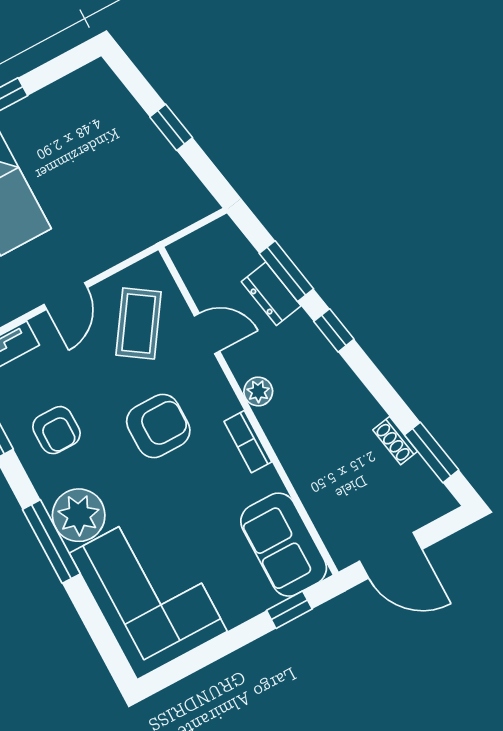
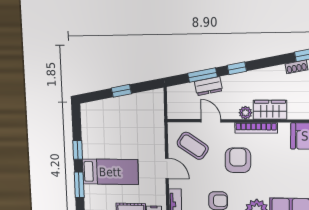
door: (207, 334) -> (211, 121), hinge flipped
wardrobe: (289, 435) -> (270, 110), added
bookcase: (248, 442) -> (256, 128), width x1.56

